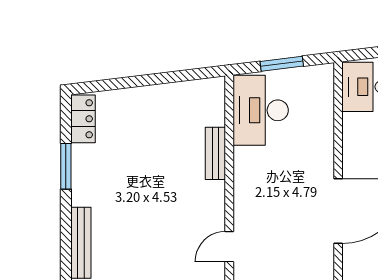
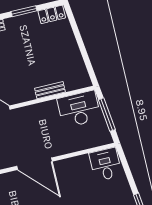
window: (282, 64) -> (107, 115), width x1.44

